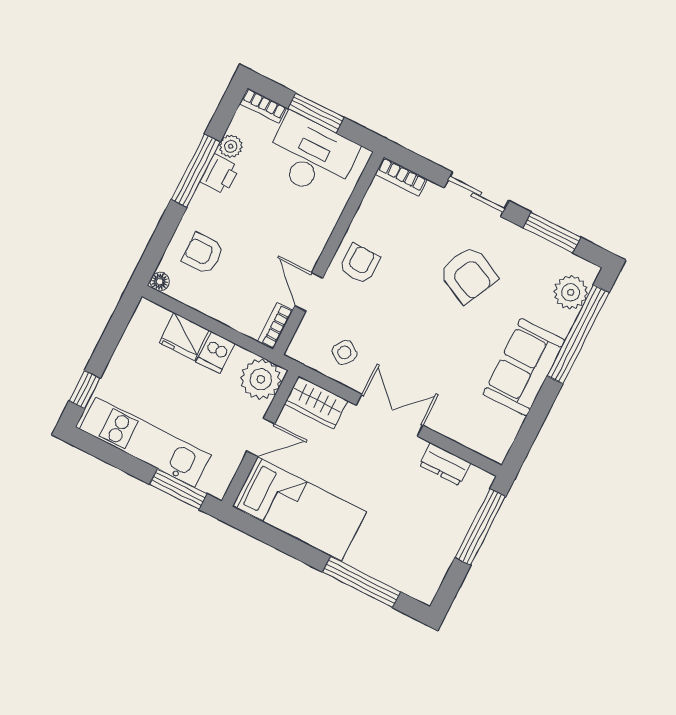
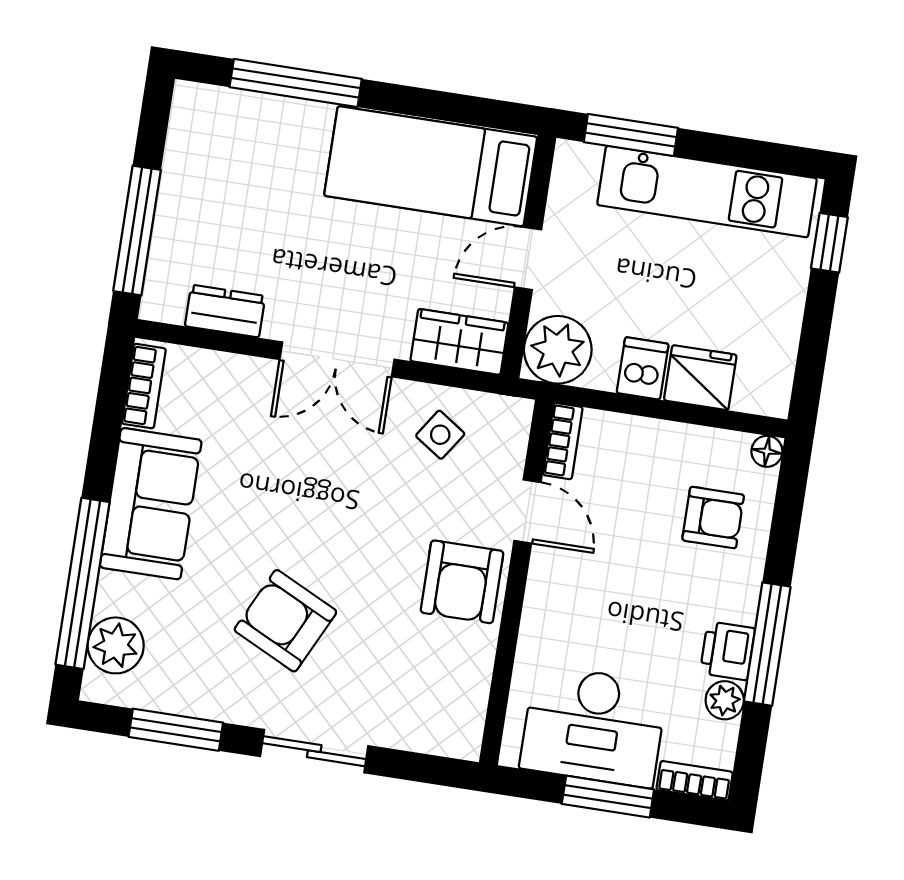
bookcase: (401, 177) -> (144, 386), moved, turned 90
armchair: (360, 264) -> (462, 582), width x1.38, depth x1.38

